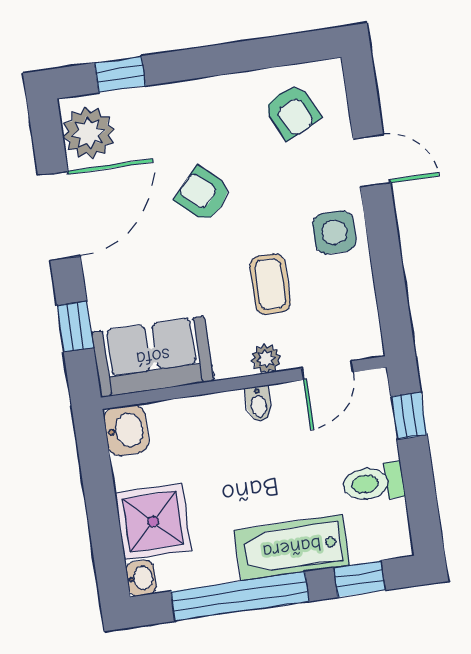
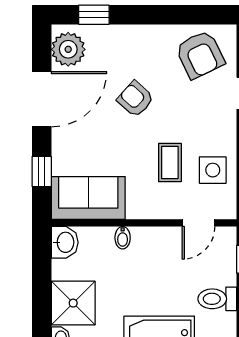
armchair: (292, 112) -> (200, 55), width x1.38, depth x1.38
side table: (334, 232) -> (213, 170), moved
plant: (266, 359) -> (160, 210), removed
bidet: (259, 404) -> (123, 238), moved

